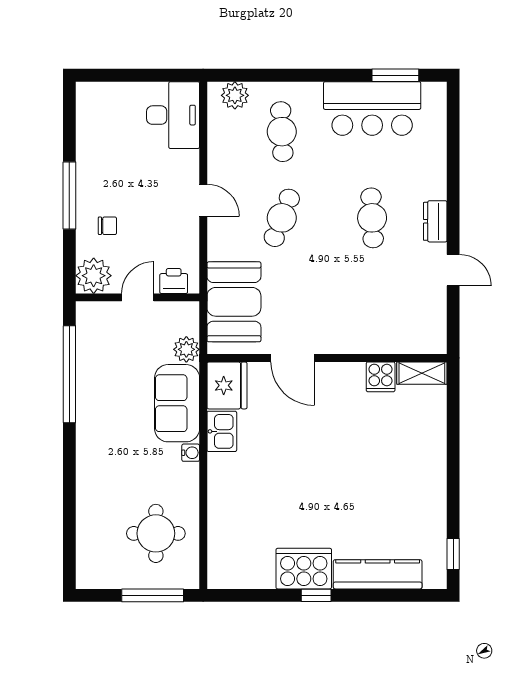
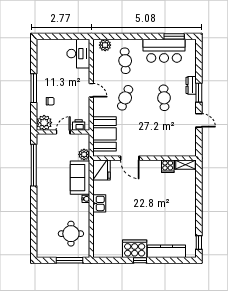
window: (453, 206) -> (199, 93), added
dresser: (435, 221) -> (191, 85), moved
kitchen sink: (222, 431) -> (99, 203), moved

